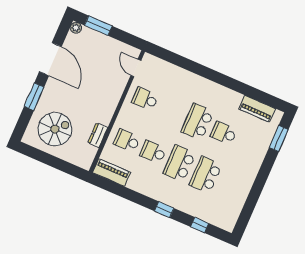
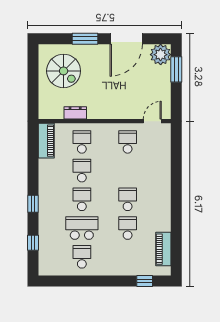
plant: (76, 28) -> (161, 55), width x1.87, depth x1.87
school desk: (197, 122) -> (128, 199), width x0.54
window: (279, 138) -> (145, 281), width x0.67
school desk: (179, 163) -> (82, 199), width x0.54
school desk: (232, 186) -> (82, 257), added

